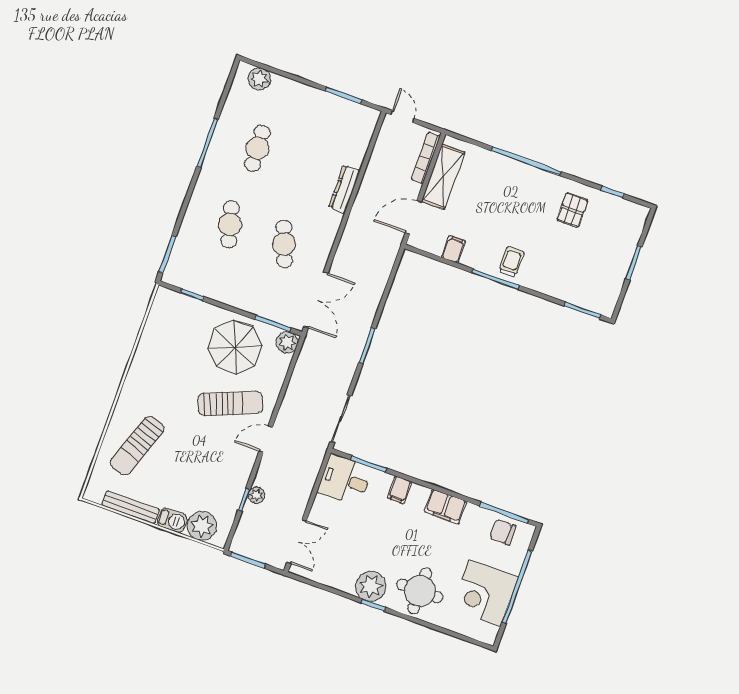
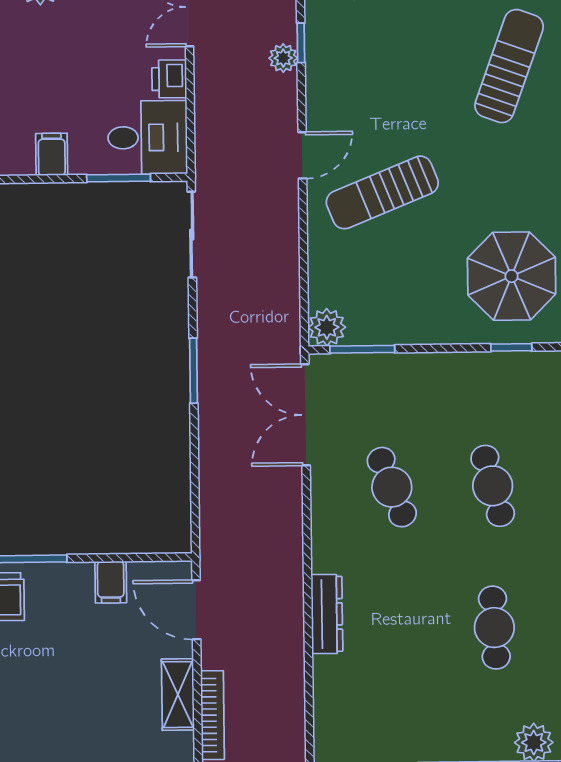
shelving: (443, 177) -> (178, 695), width x0.67, depth x0.75
door: (413, 217) -> (196, 610), swing flipped
parasol: (235, 347) -> (512, 276), moved
printer: (322, 507) -> (169, 79), added

